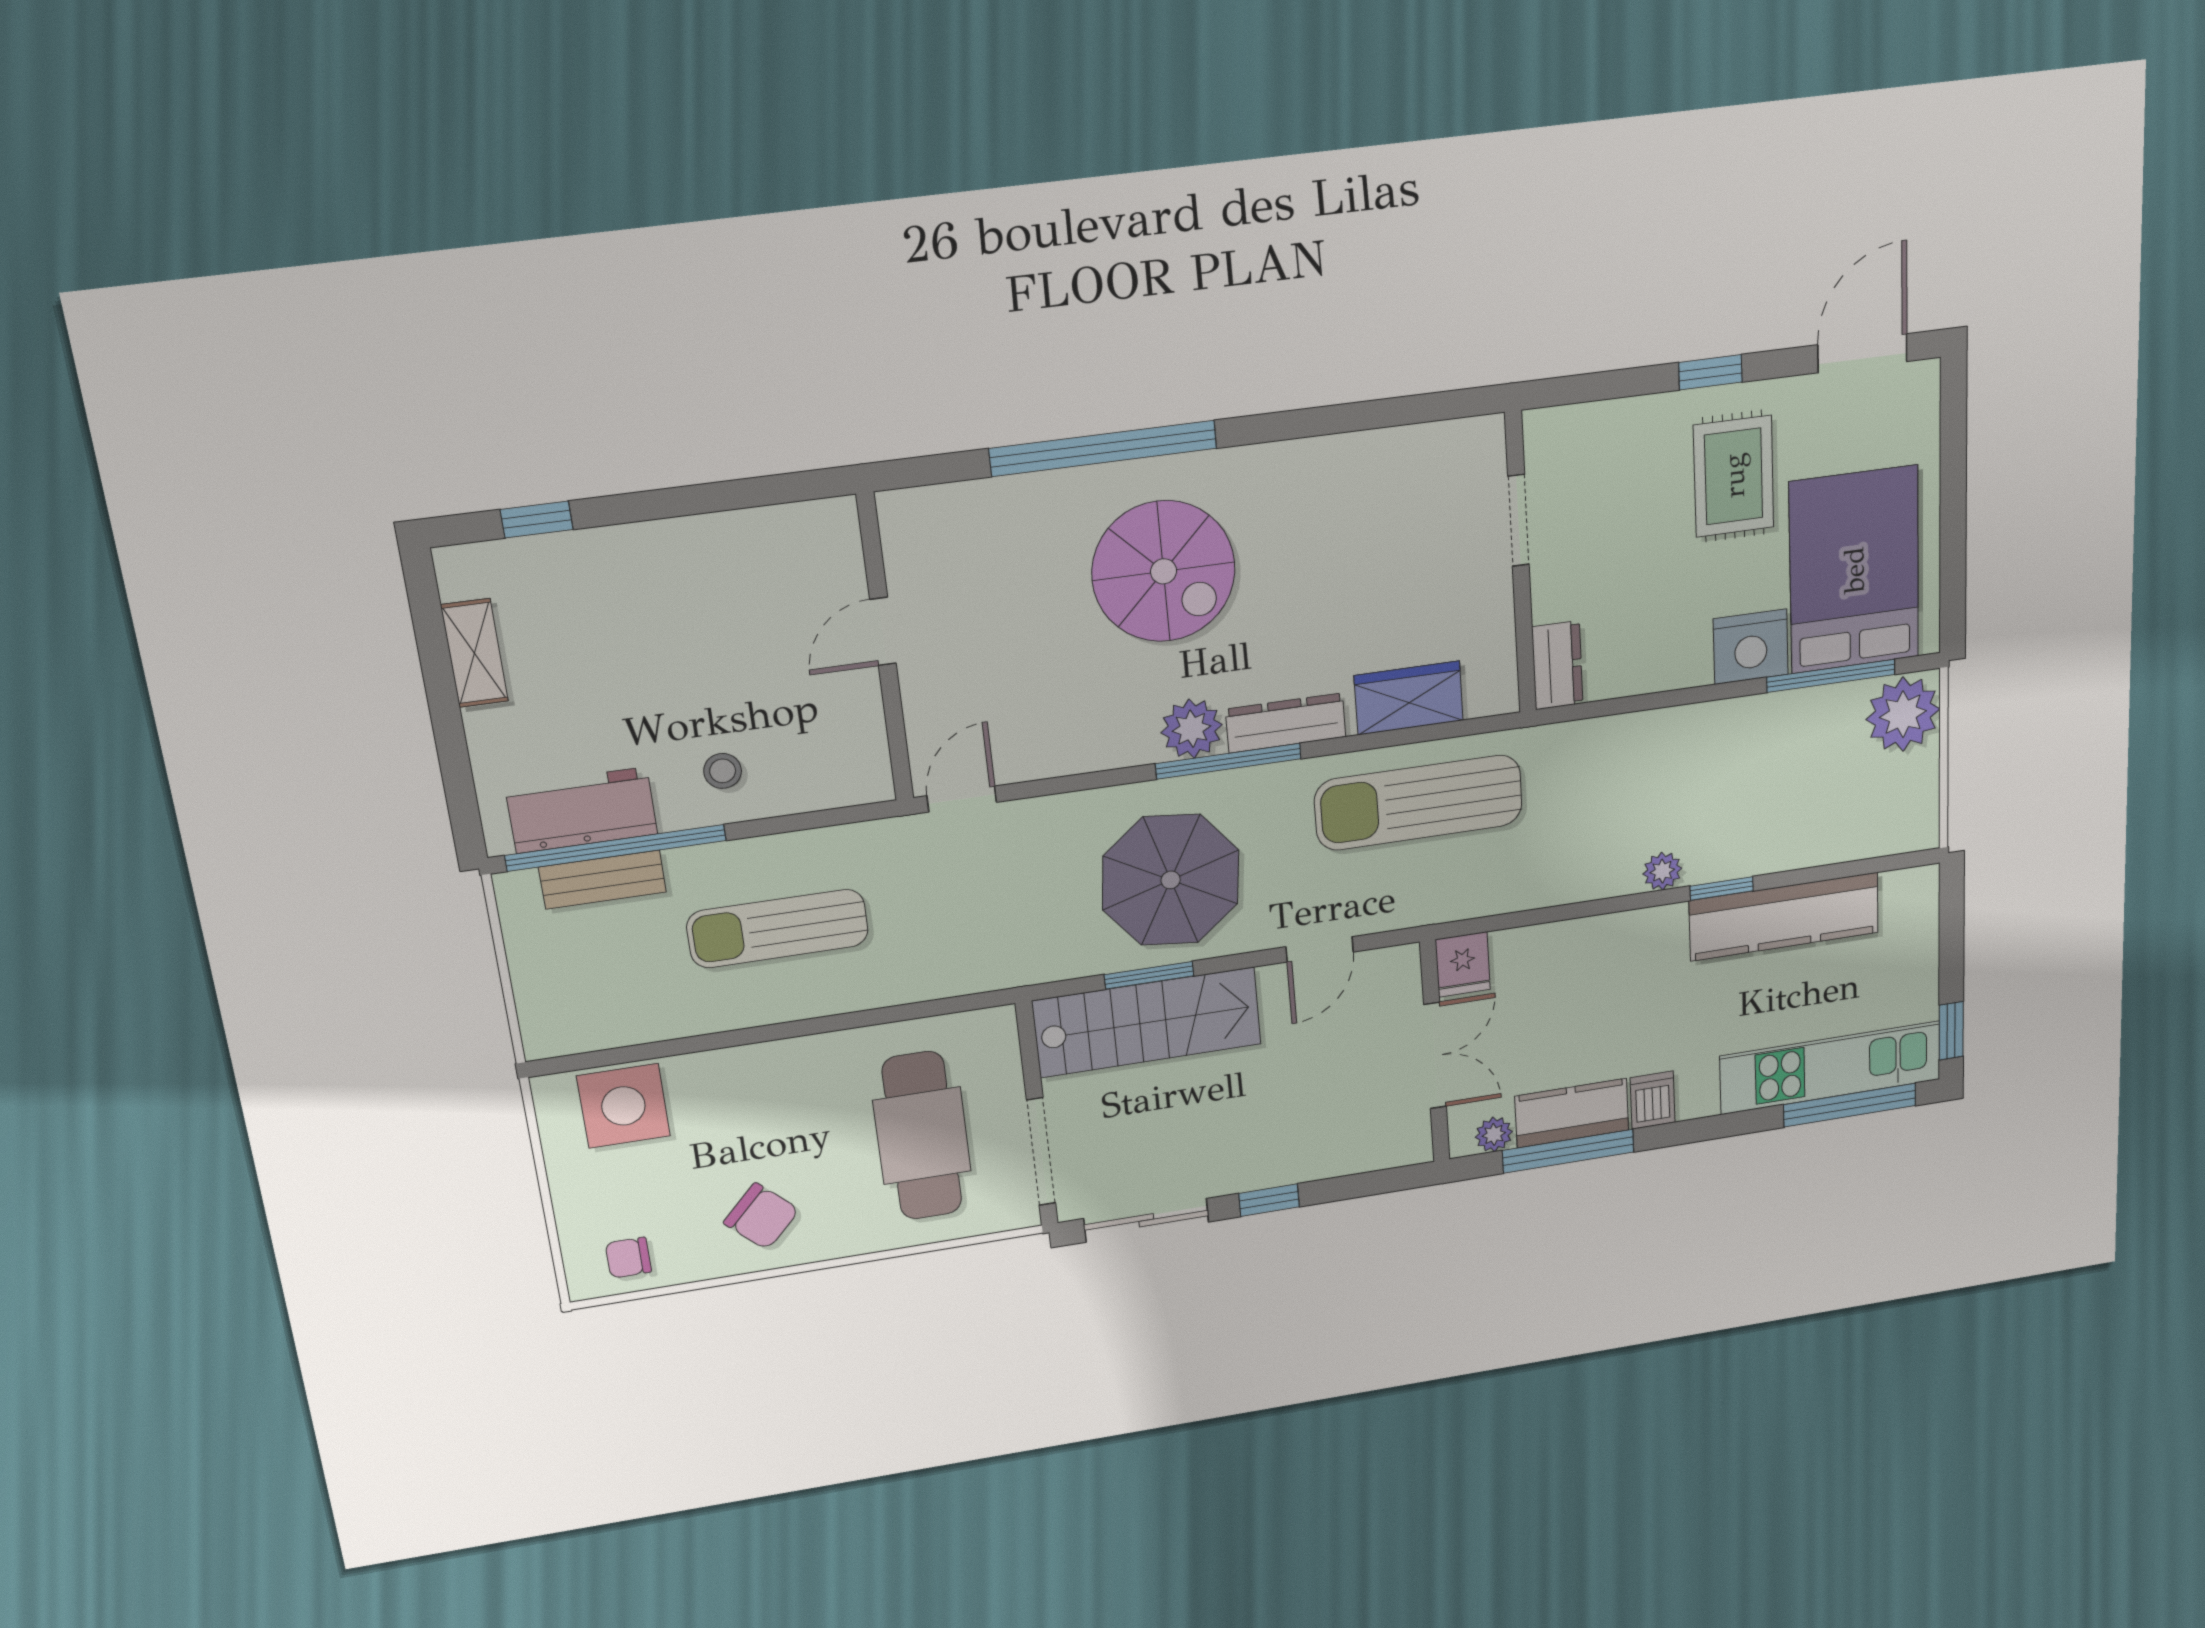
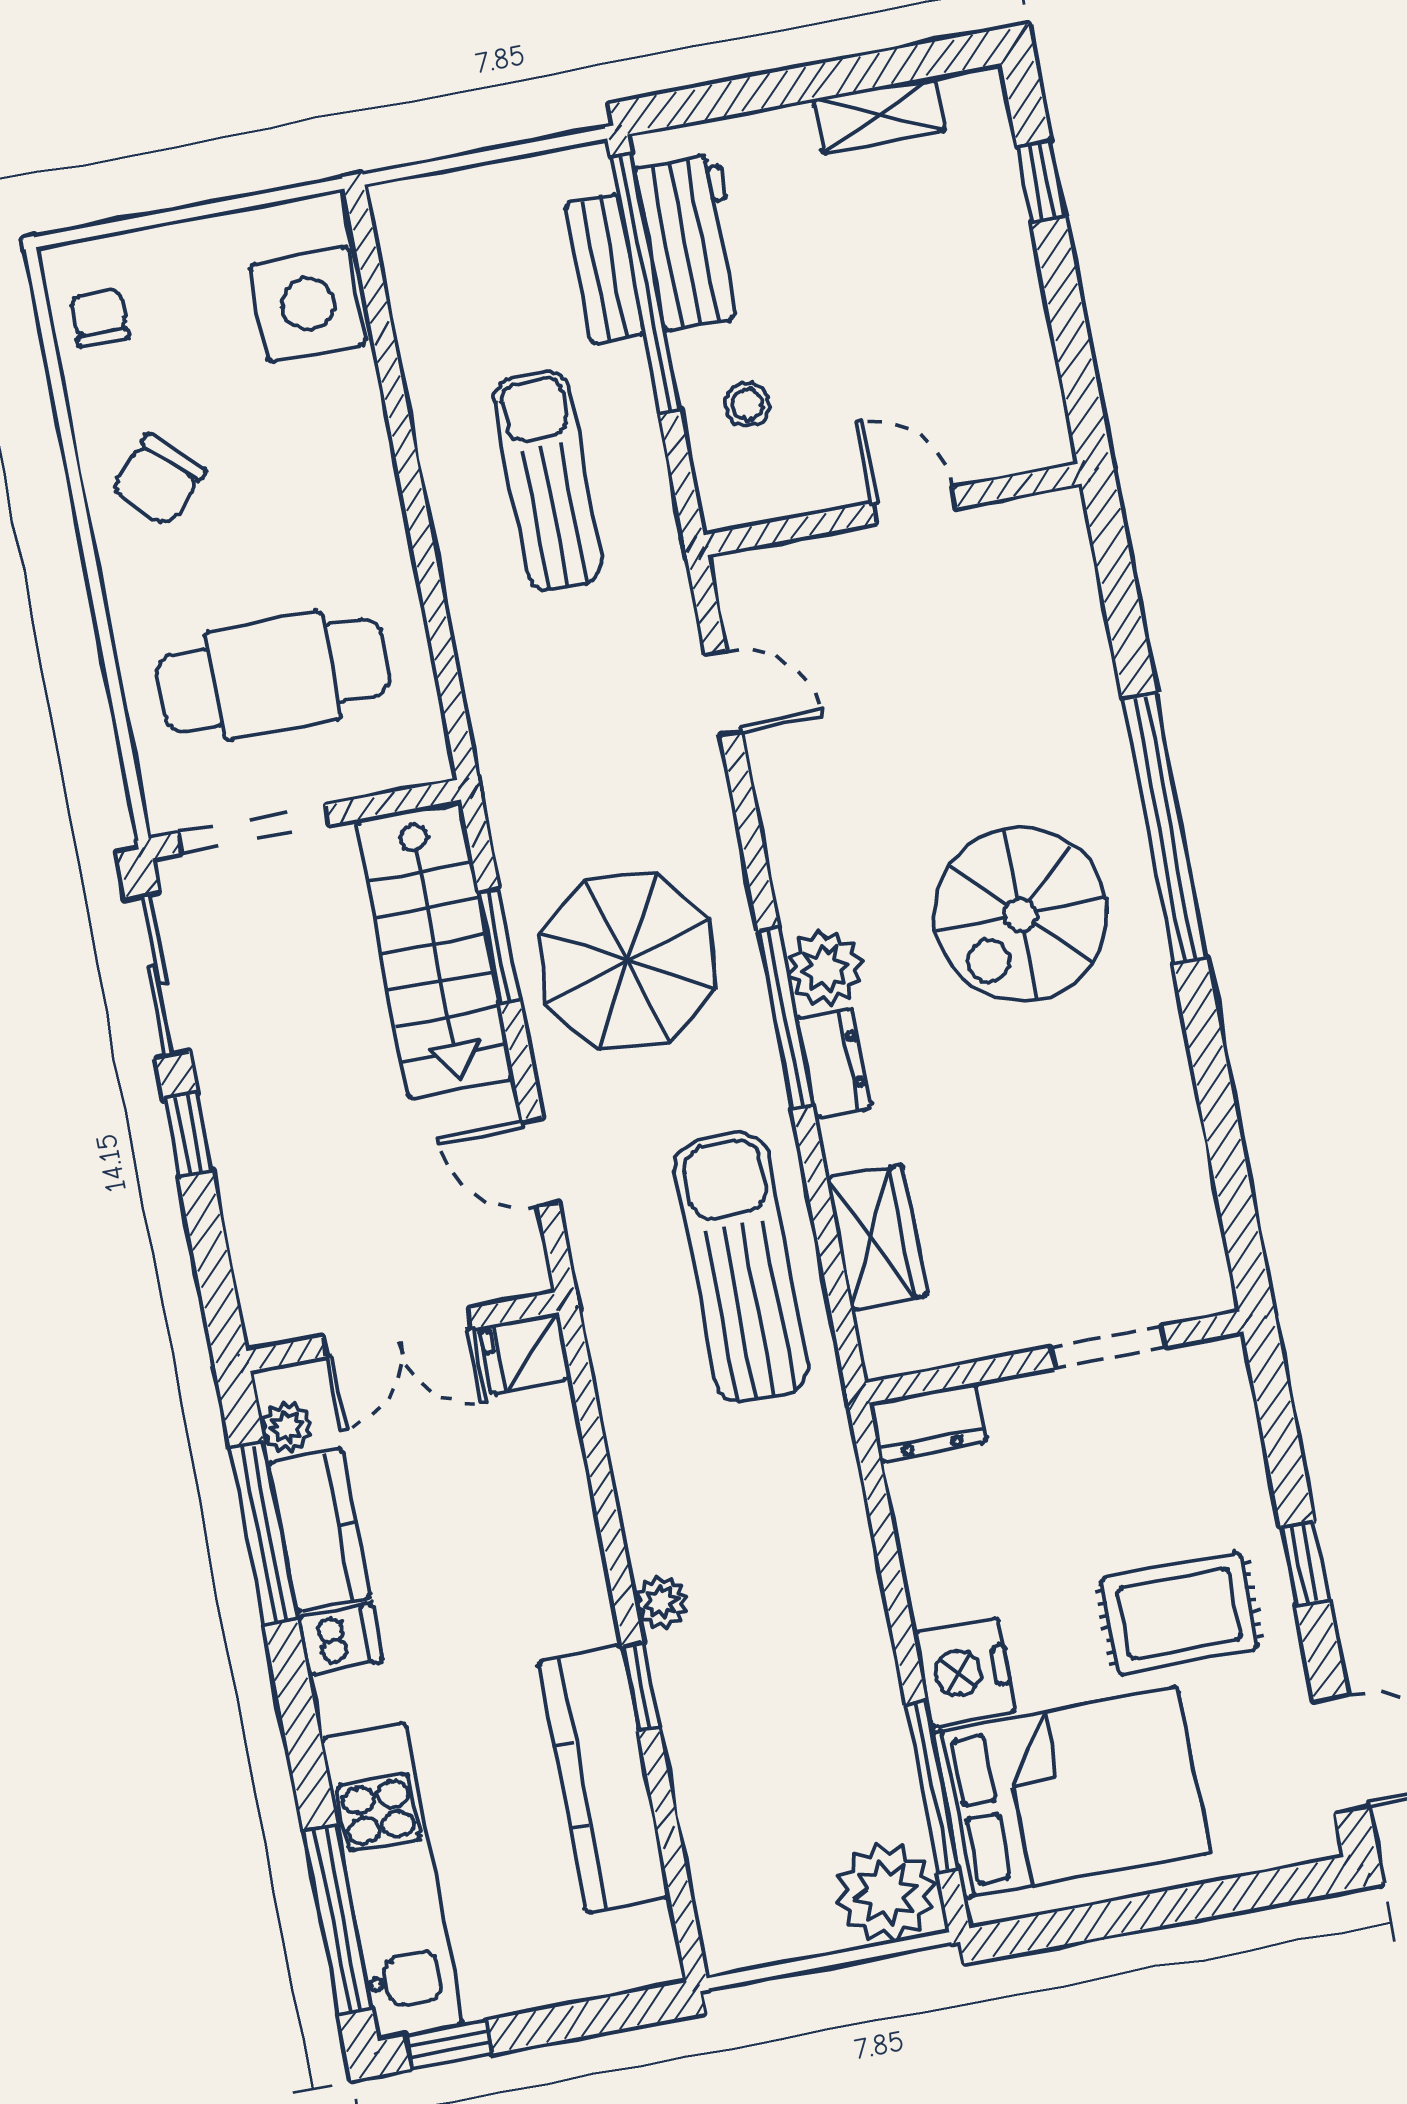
door: (883, 631) -> (914, 505), moved
wall: (885, 649) -> (893, 509), moved
dresser: (1286, 723) -> (834, 1063), width x0.70

